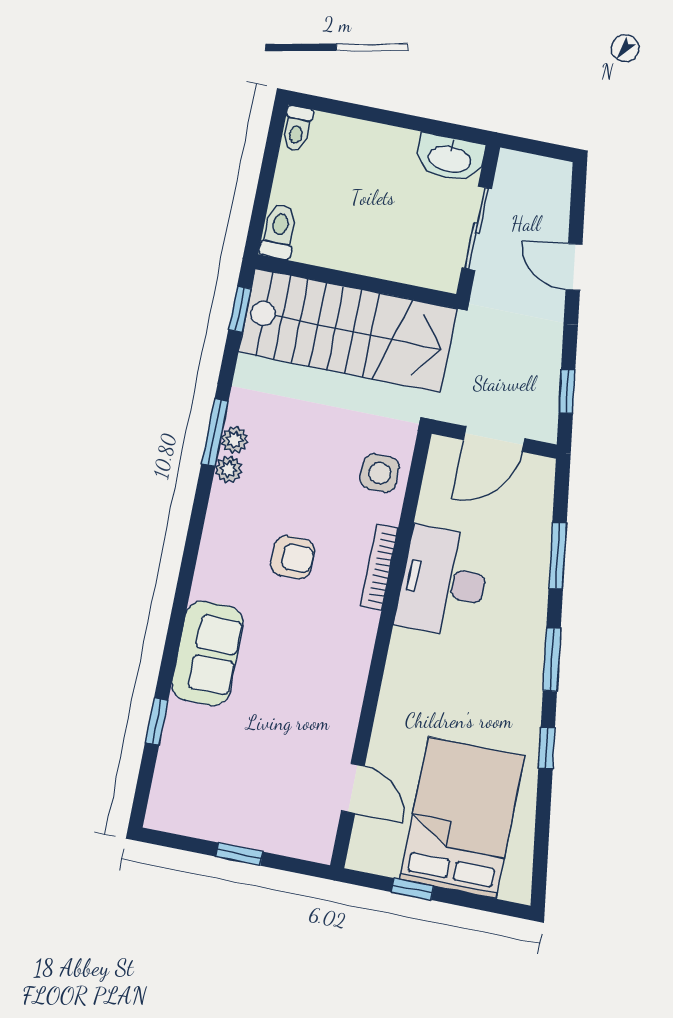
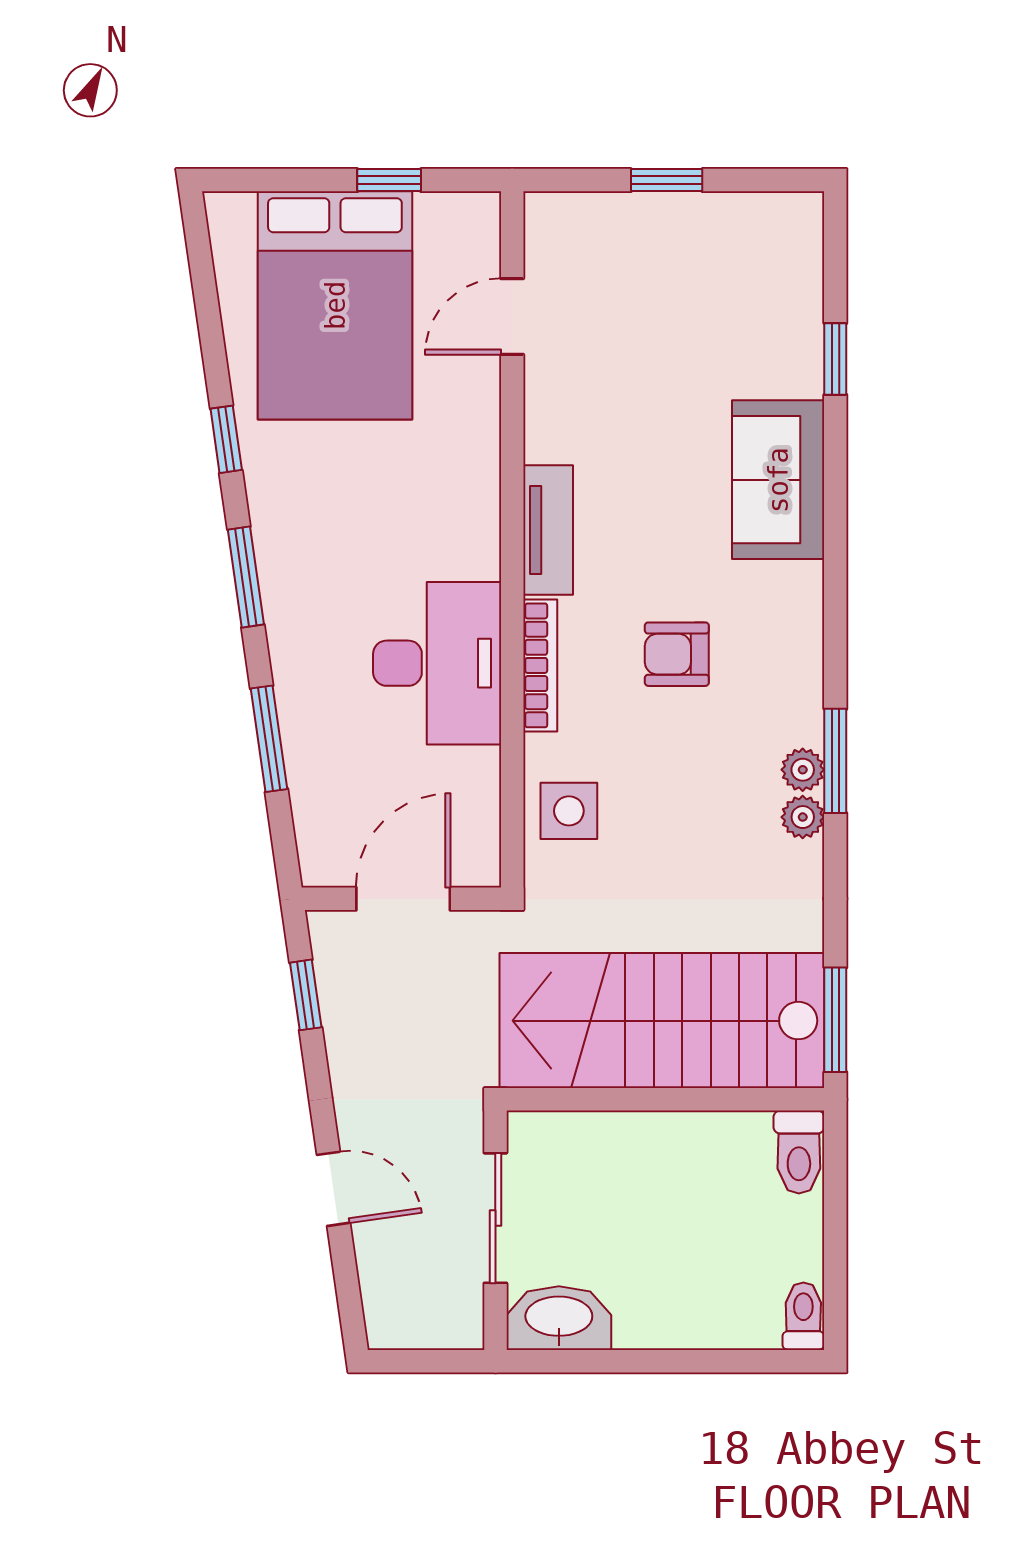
window: (240, 309) -> (835, 1020), width x1.50
window: (215, 433) -> (835, 761), moved
tv unit: (357, 651) -> (548, 530), added
door: (353, 788) -> (512, 317), hinge flipped

